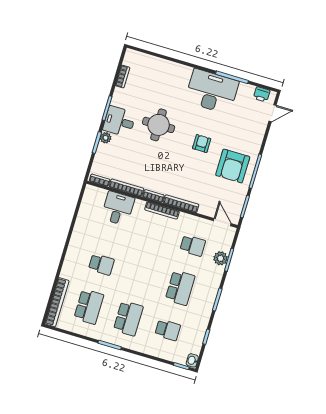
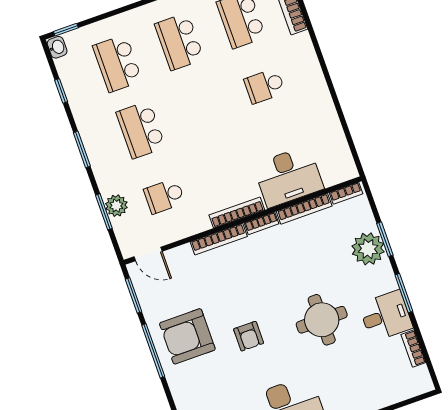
desk: (119, 121) -> (386, 316), moved
plant: (106, 138) -> (368, 249), width x1.87, depth x1.87
armchair: (233, 166) -> (187, 336), turned -90
desk: (118, 208) -> (288, 177), width x1.37
school desk: (168, 330) -> (117, 63), width x1.85

